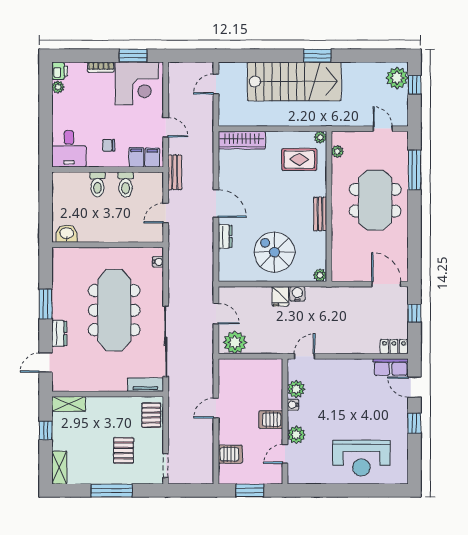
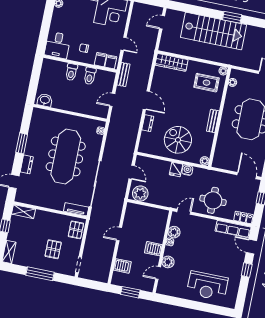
round table: (344, 331) -> (213, 200), added
row of seats: (391, 367) -> (233, 229), width x1.48

